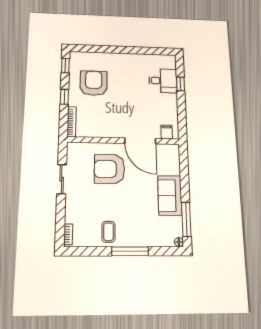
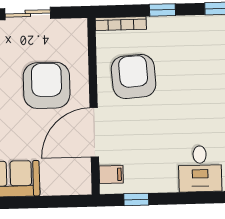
armchair: (94, 83) -> (134, 77), moved, turned -94
window: (180, 84) -> (136, 199), moved

